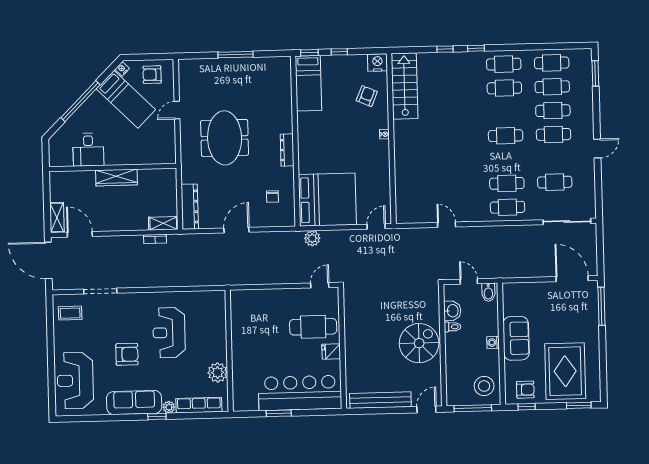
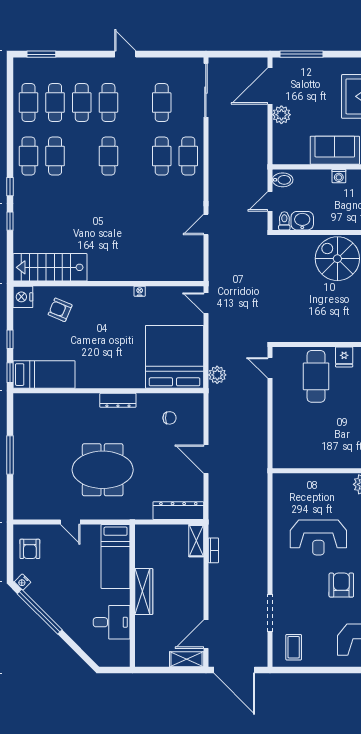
bed: (126, 99) -> (116, 557), moved, turned 135
window: (80, 101) -> (40, 612), moved
nightstand: (384, 134) -> (140, 291), moved
door: (48, 260) -> (234, 670), hinge flipped
plant: (547, 290) -> (281, 115), added
toilet: (452, 327) -> (284, 221), moved

